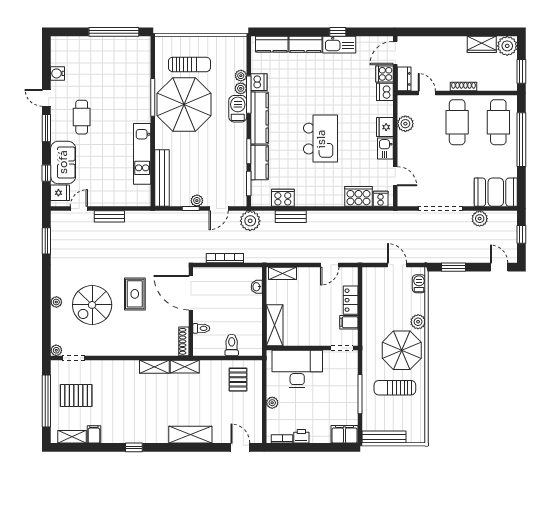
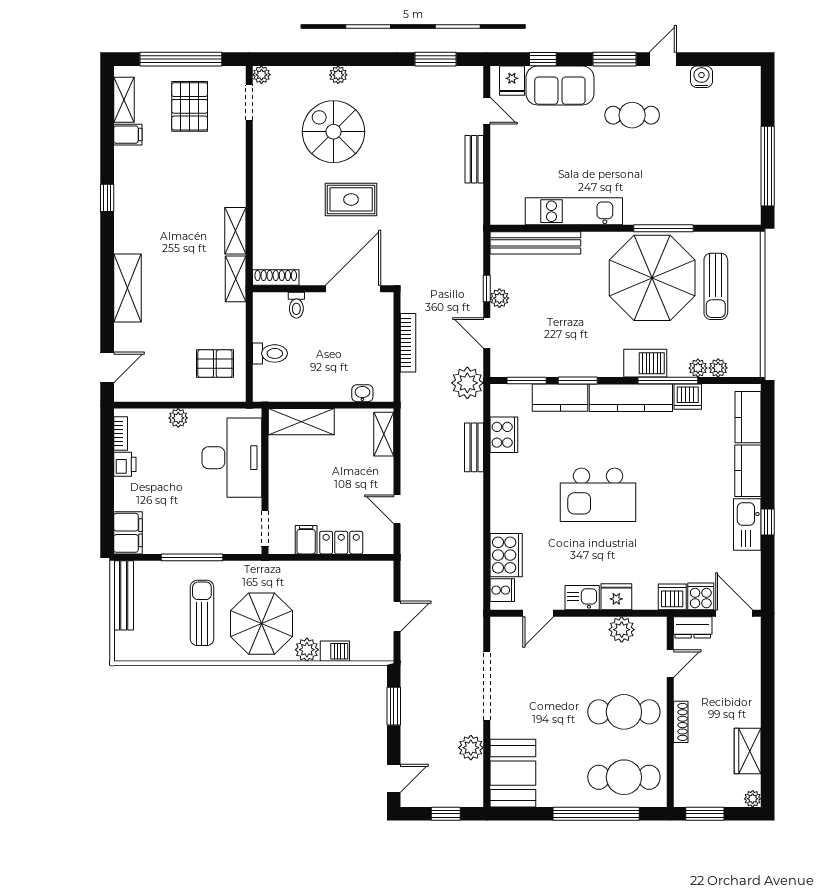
plant: (507, 46) -> (753, 799), width x0.53, depth x0.53
plant: (241, 88) -> (718, 368), moved
barbecue: (419, 284) -> (335, 651), moved

